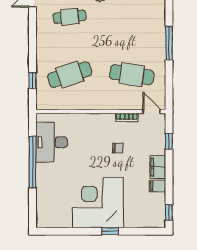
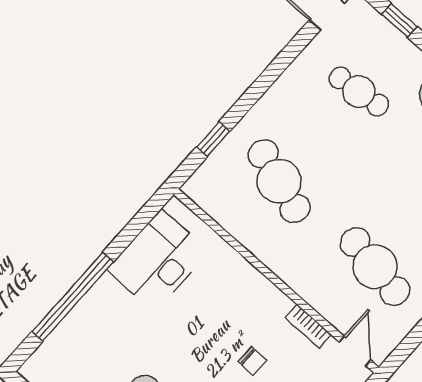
cafe table: (70, 75) -> (279, 181), turned 36
window: (32, 162) -> (73, 297), moved

